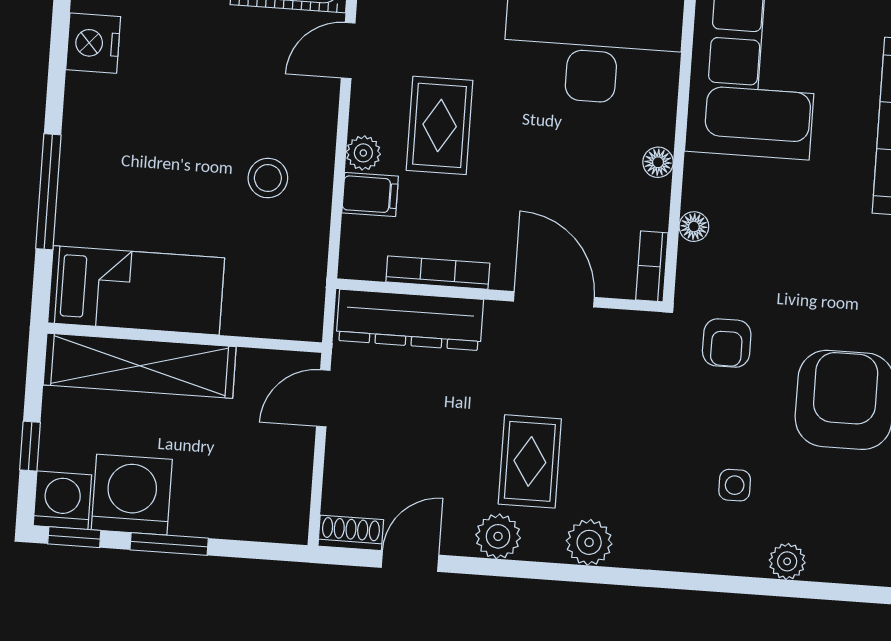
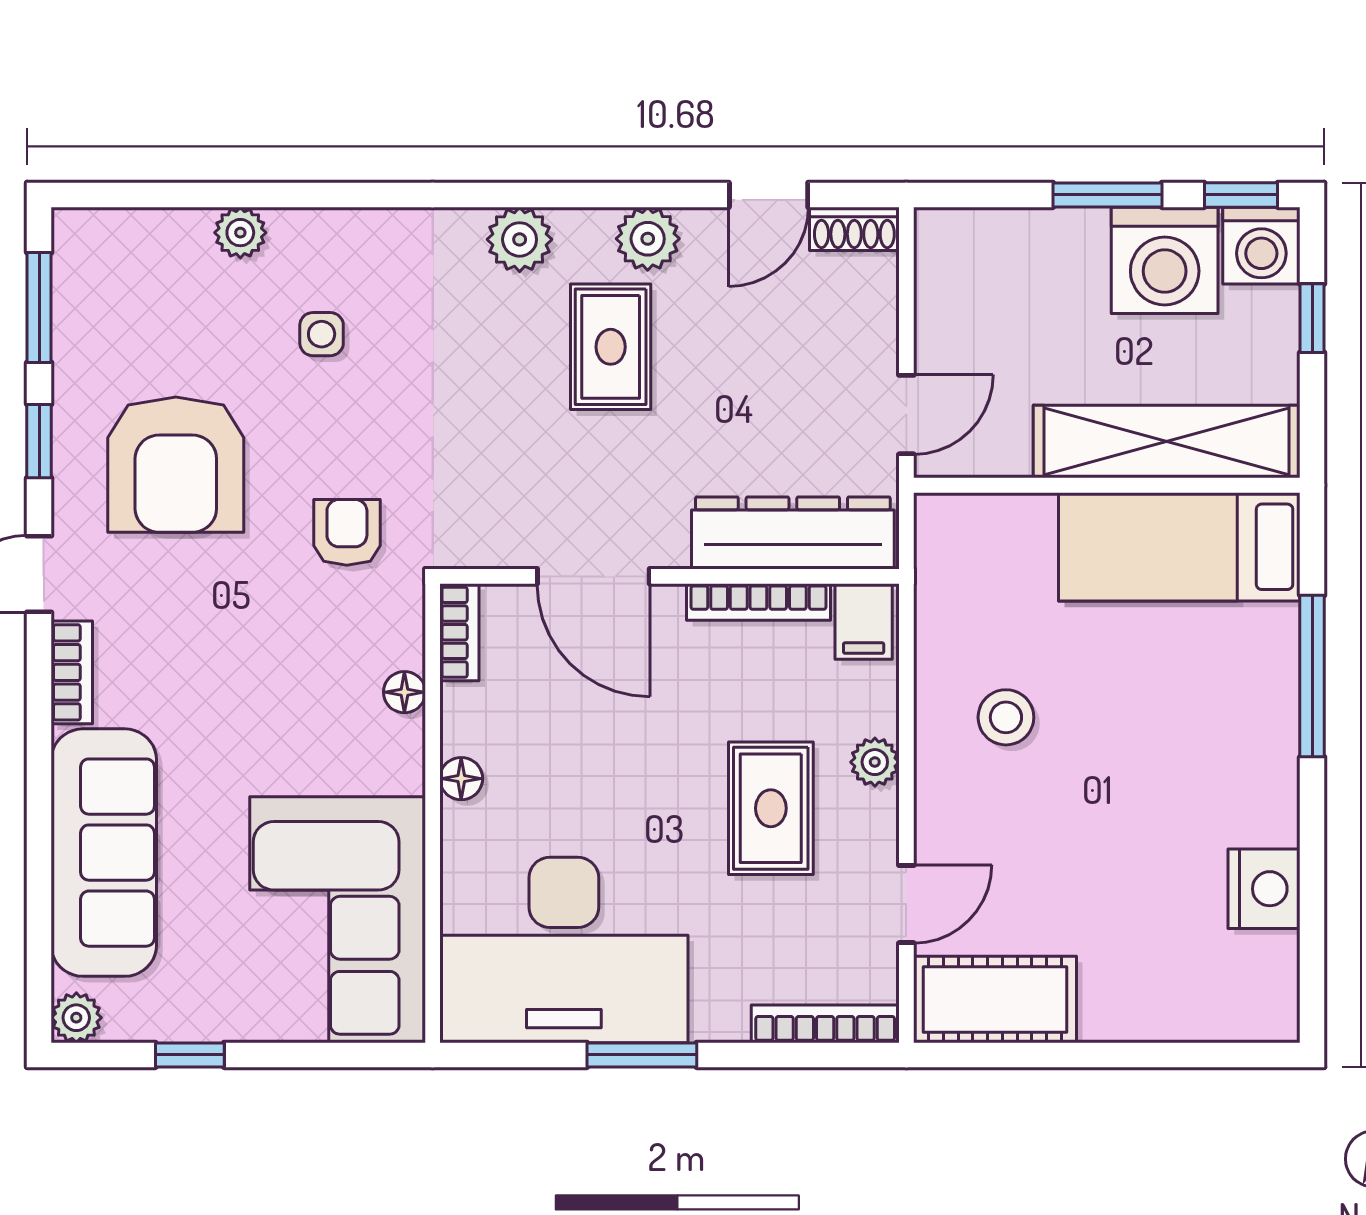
filing cabinet: (370, 194) -> (864, 622), moved, turned -90

